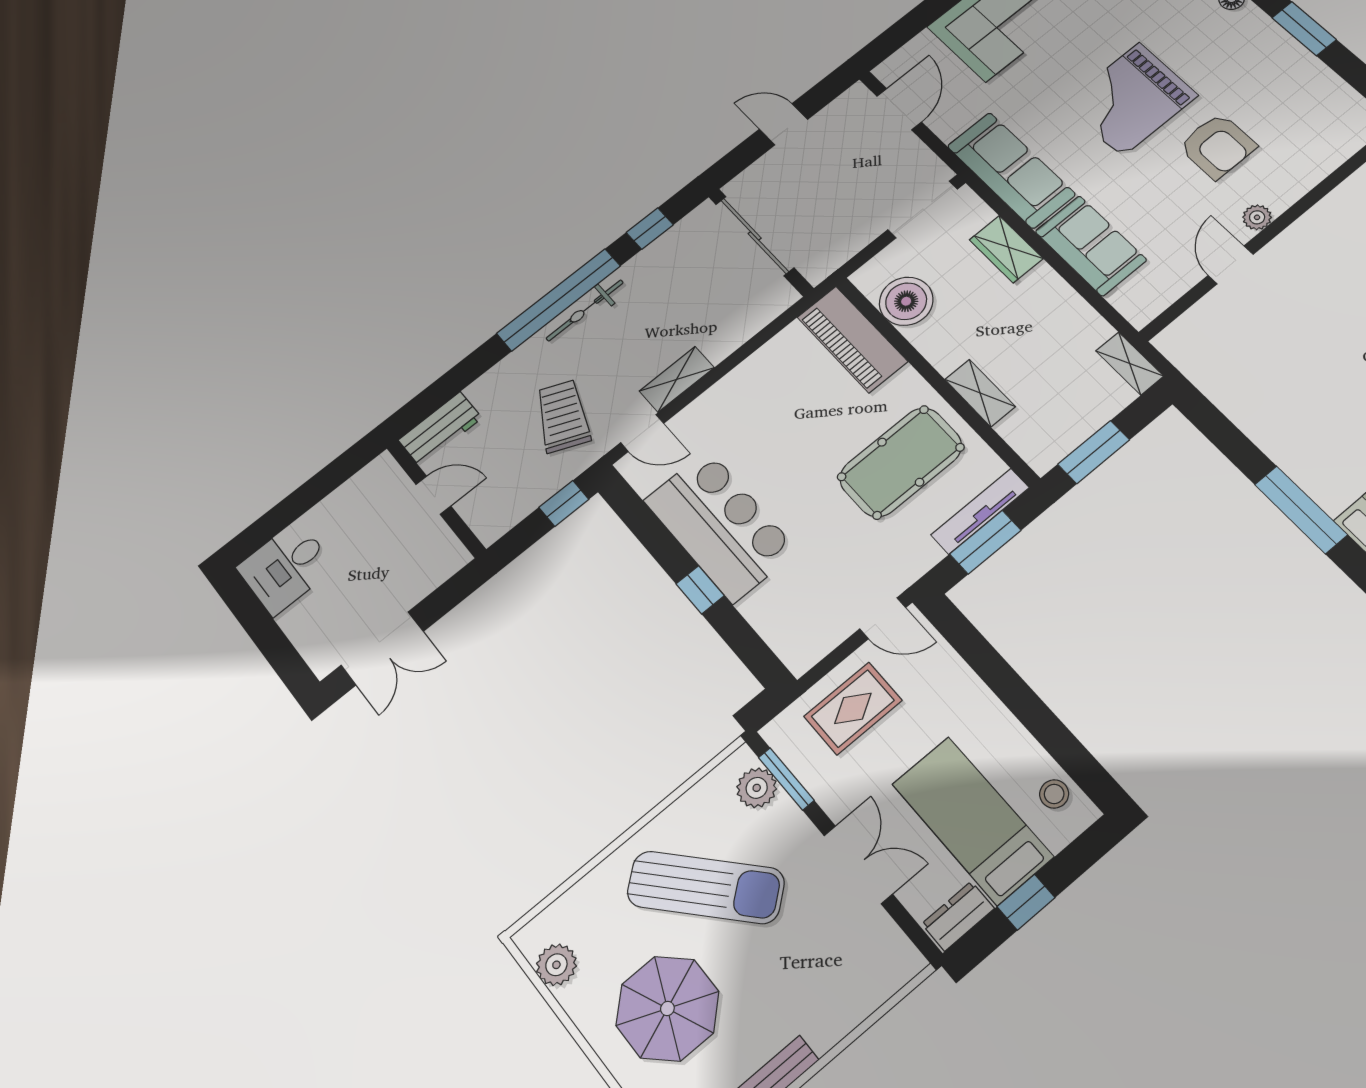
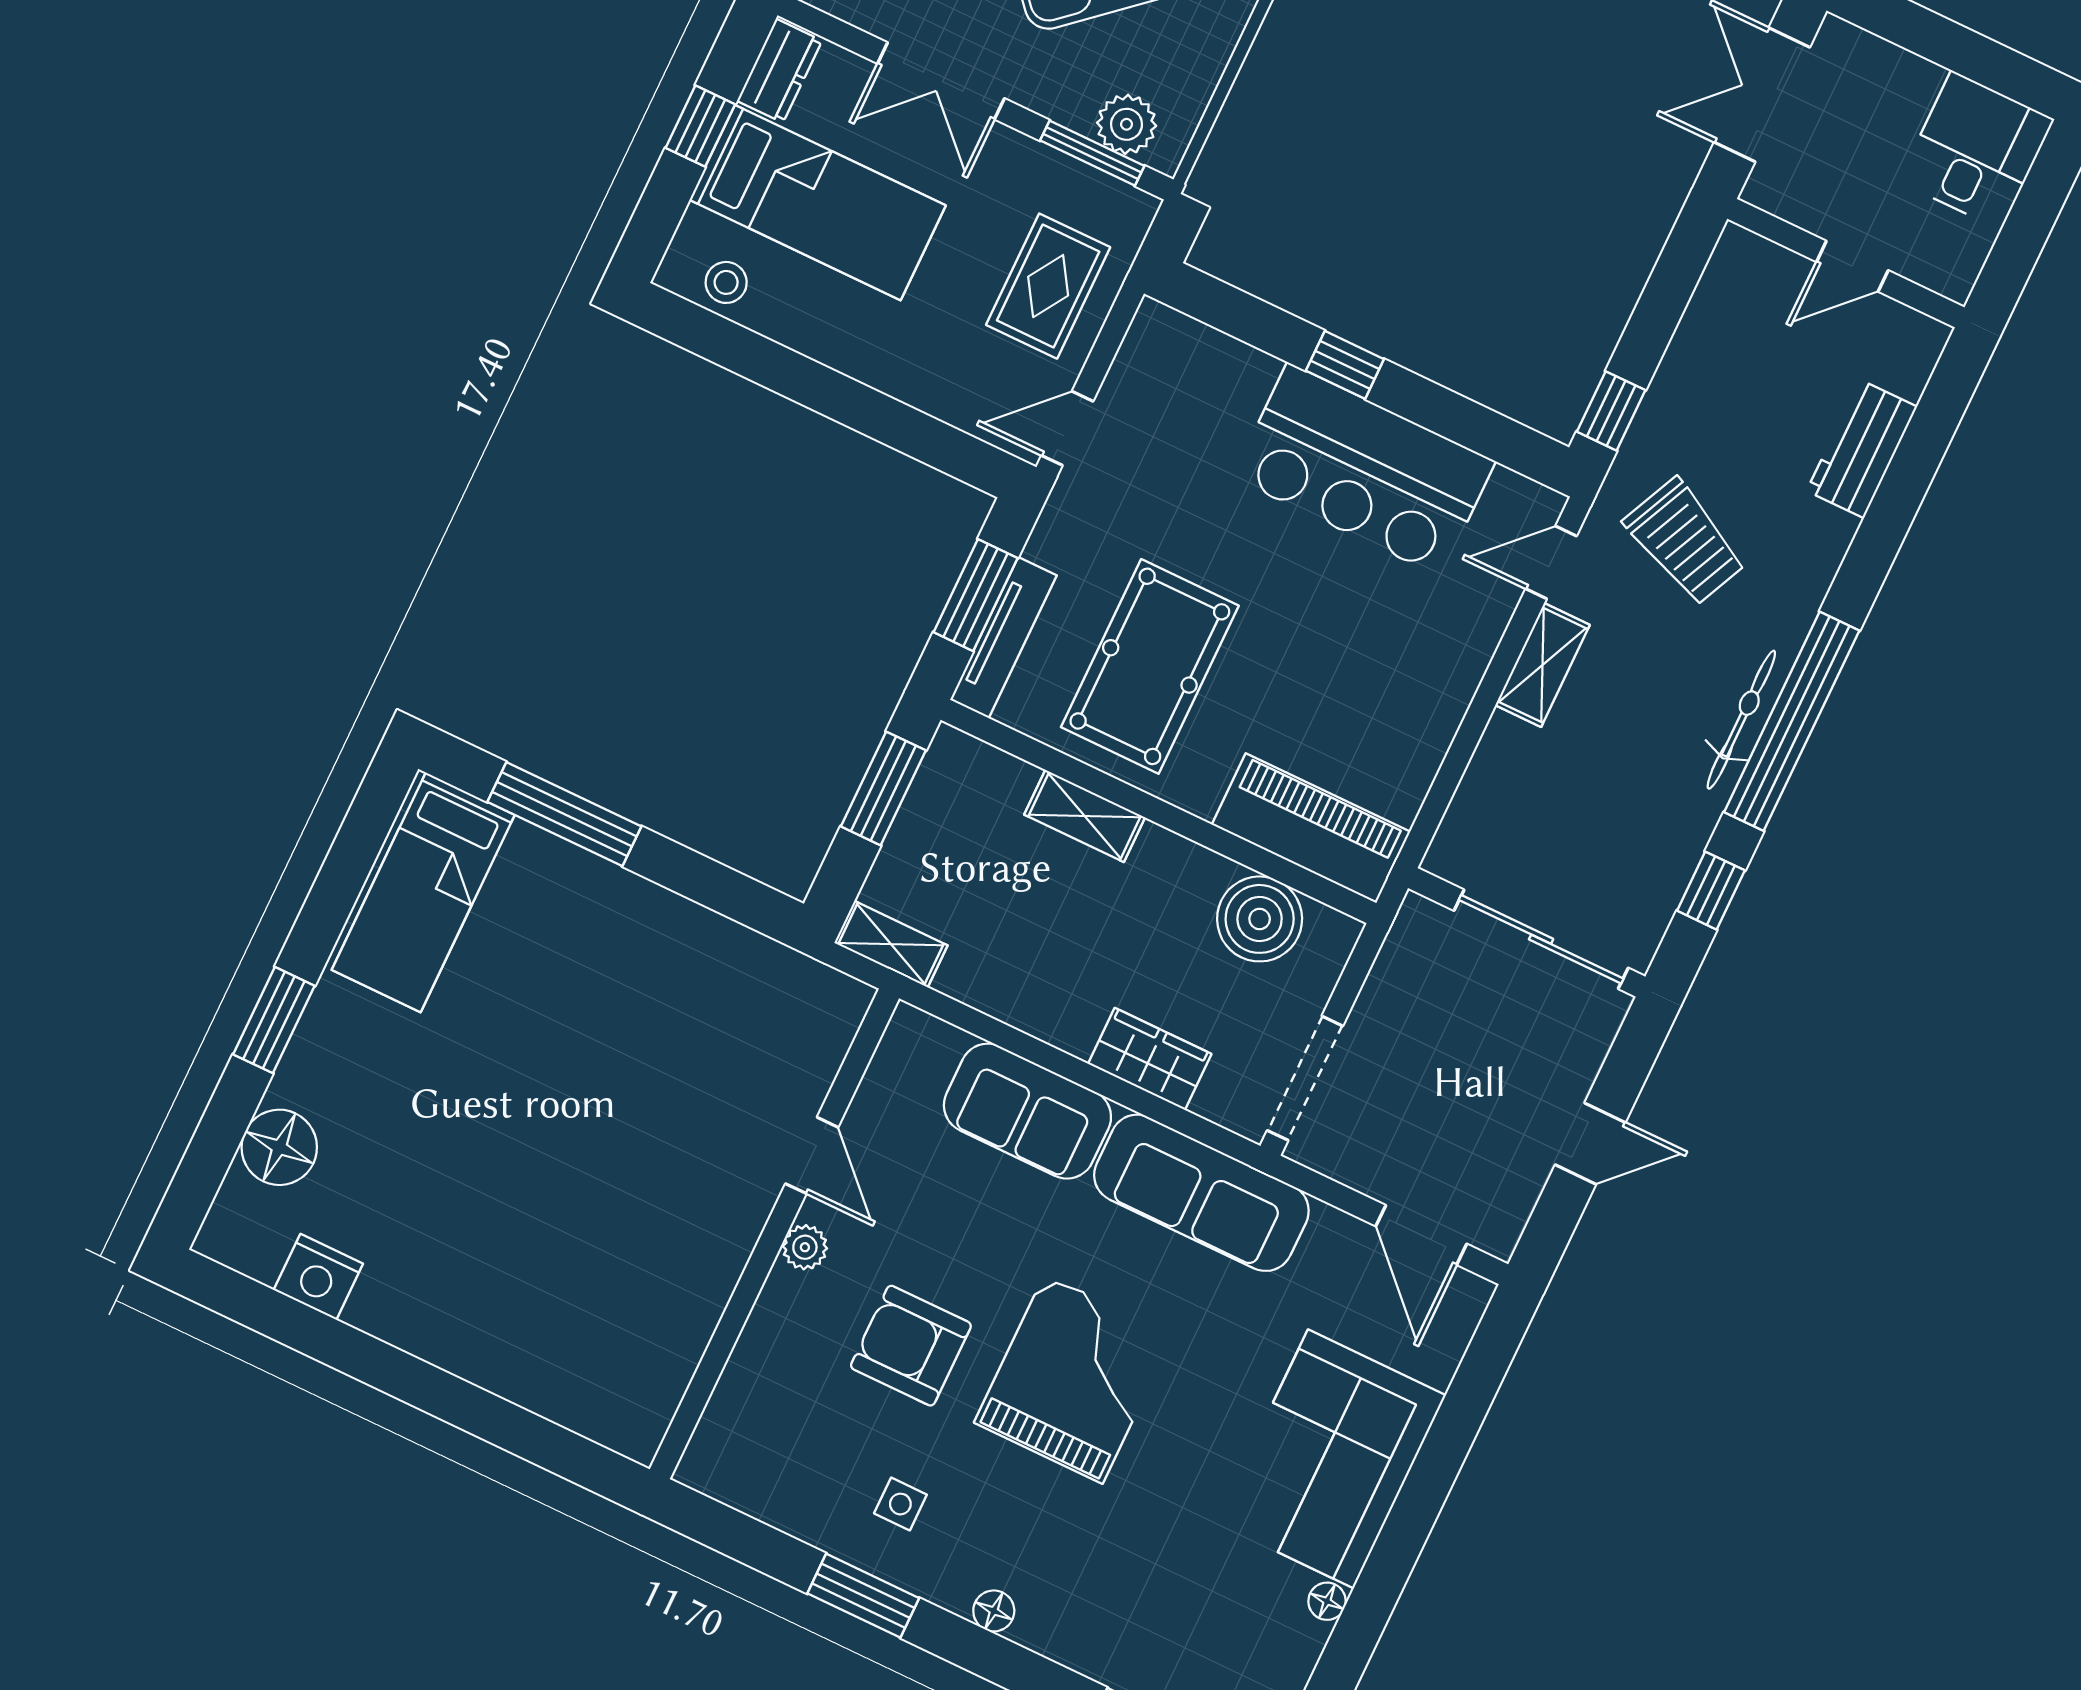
side table: (1261, 68) -> (900, 1504), added
door: (433, 495) -> (1852, 266), moved
wall: (436, 498) -> (1846, 263), moved

